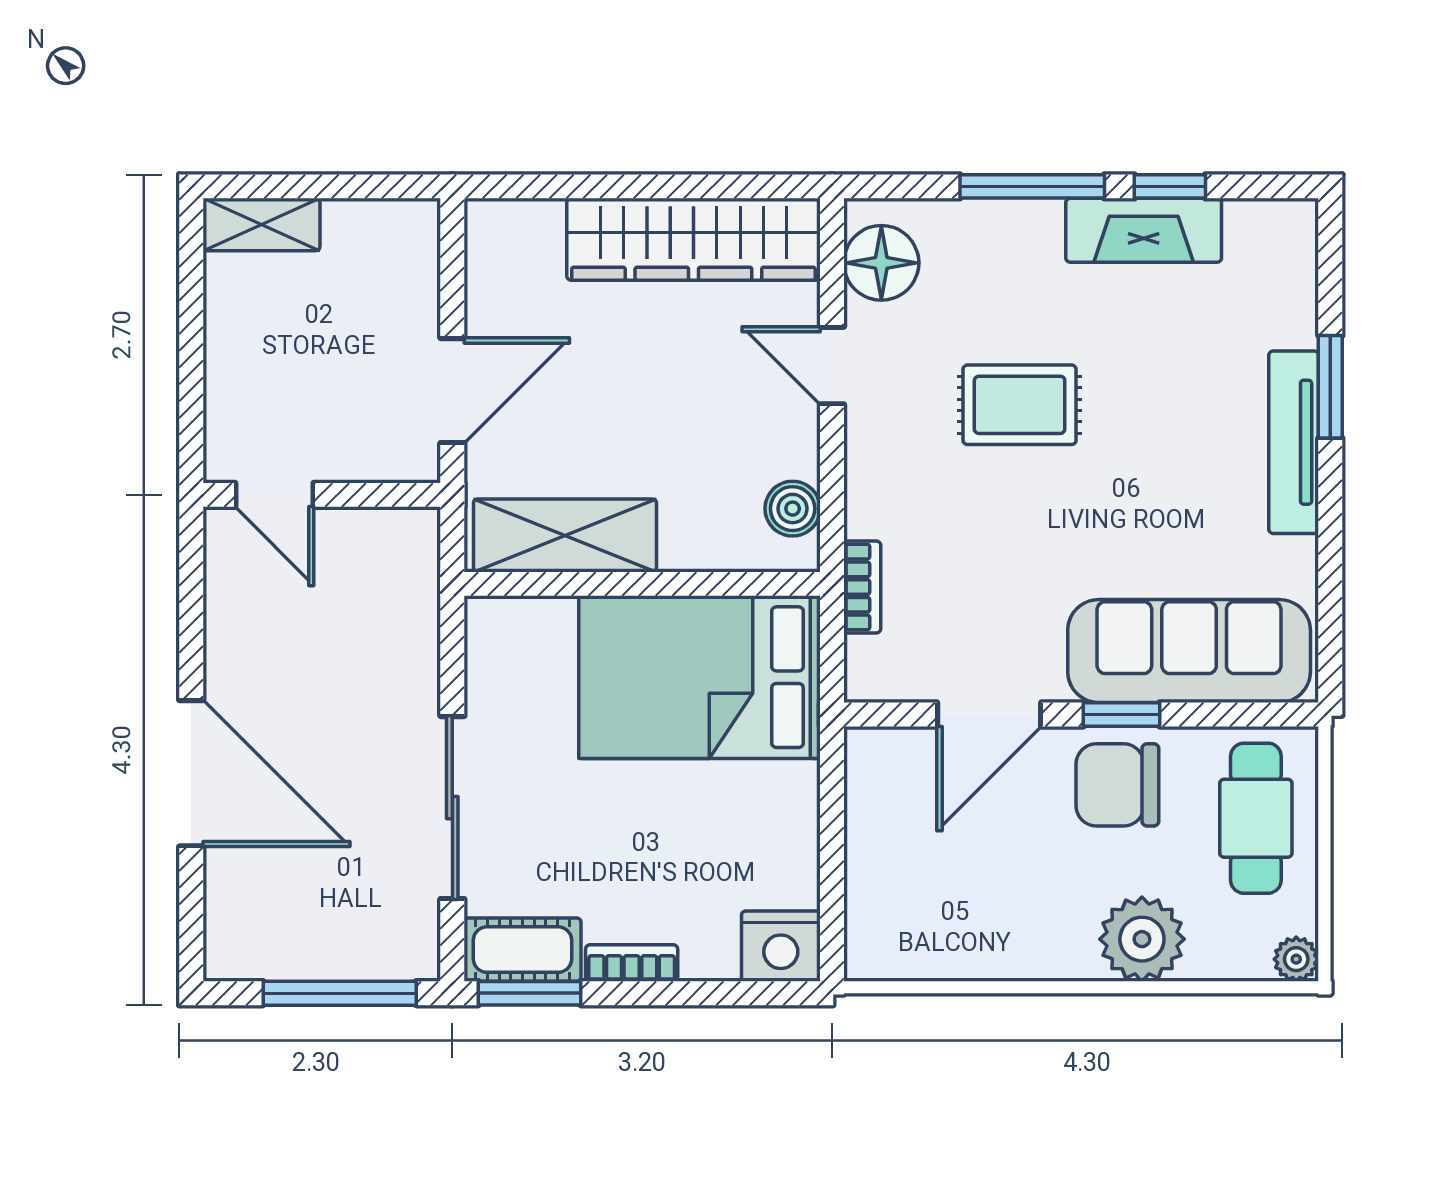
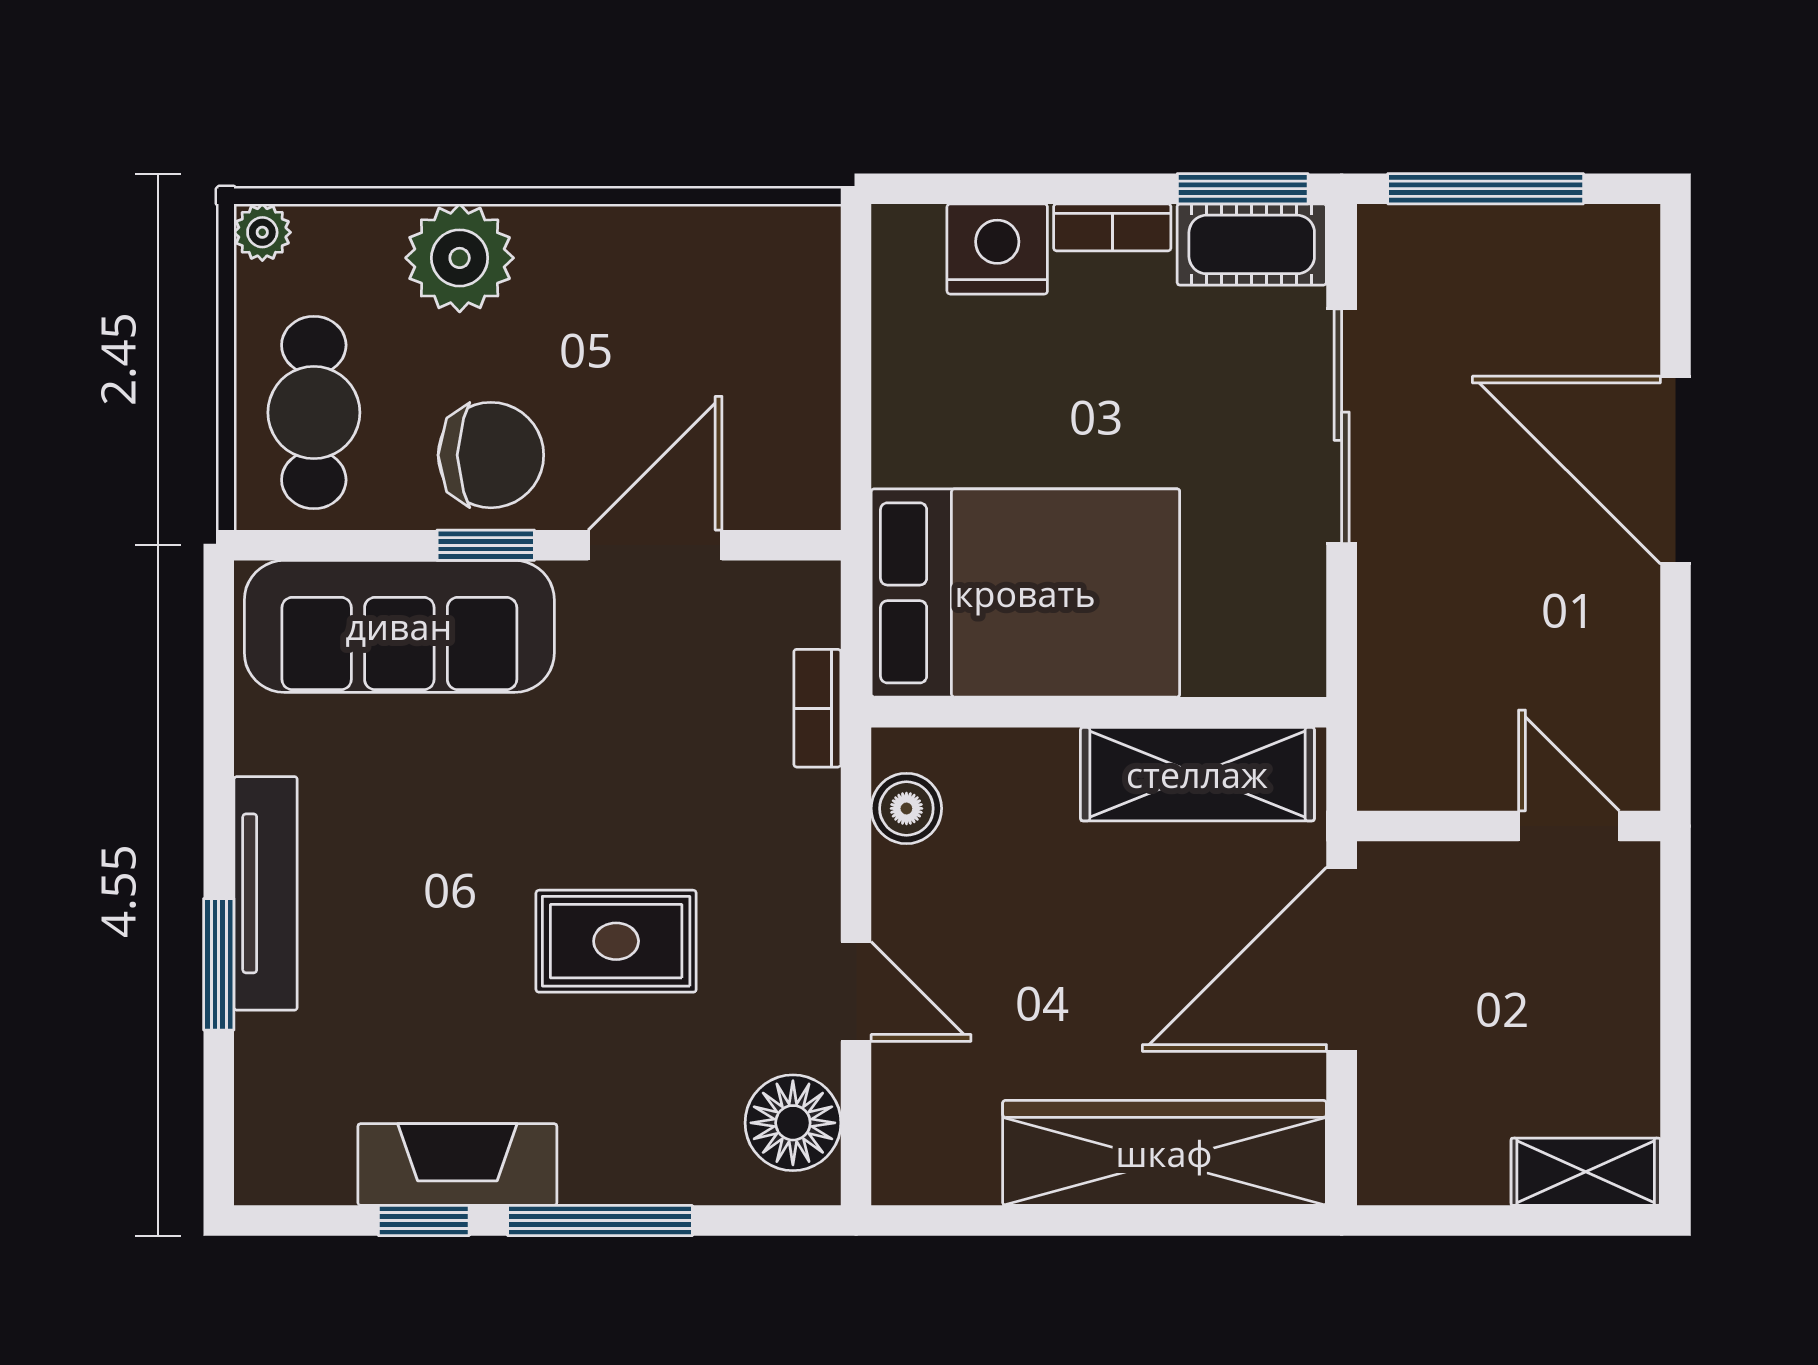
wardrobe: (693, 239) -> (1164, 1153), moved
door: (452, 391) -> (1342, 959), width x1.36
nightstand: (781, 946) -> (997, 249), moved

